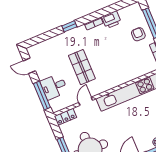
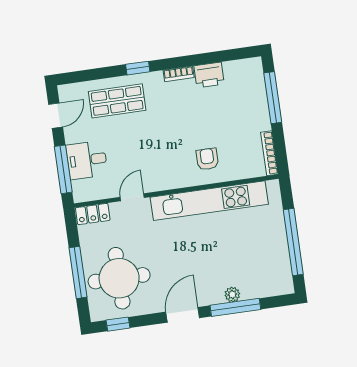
armchair: (138, 34) -> (207, 159), moved
door: (29, 66) -> (56, 116), swing flipped
shop shelf: (82, 67) -> (117, 101), moved, turned 90

